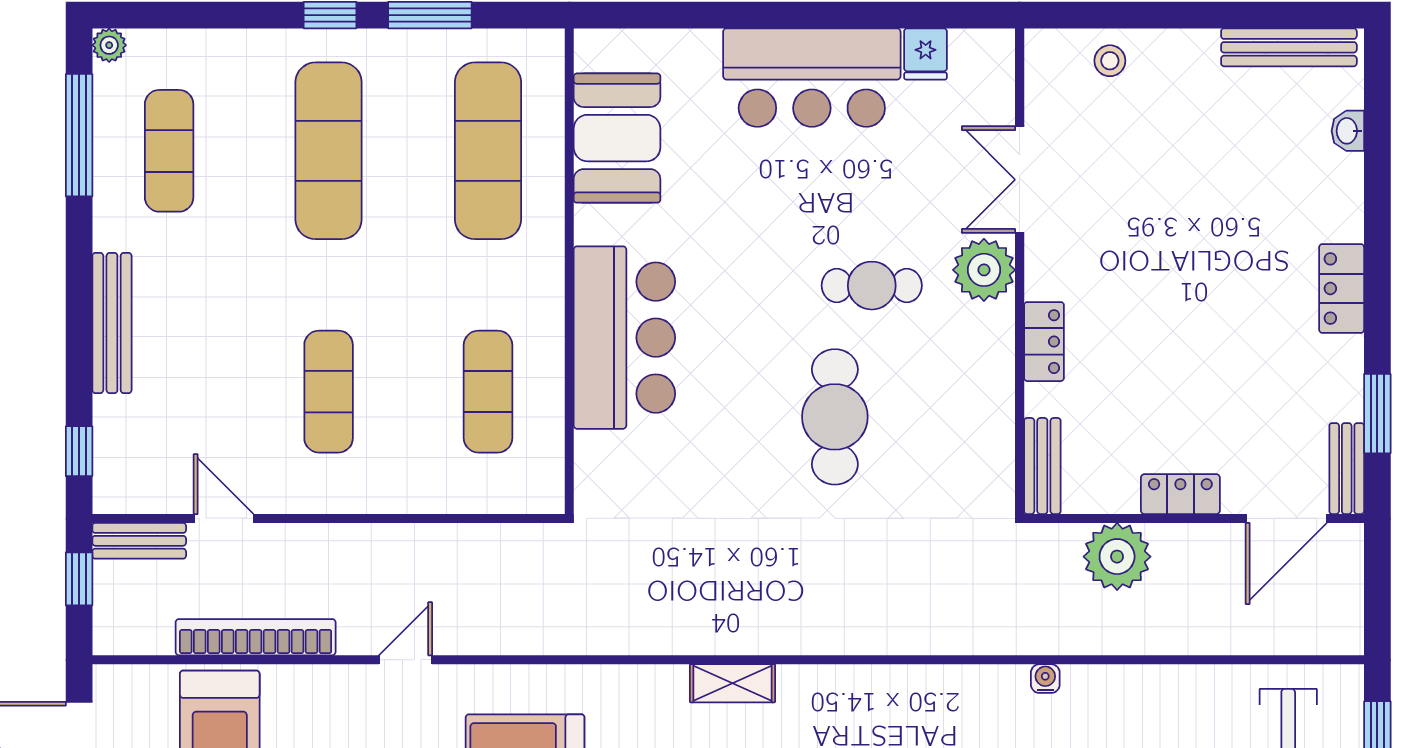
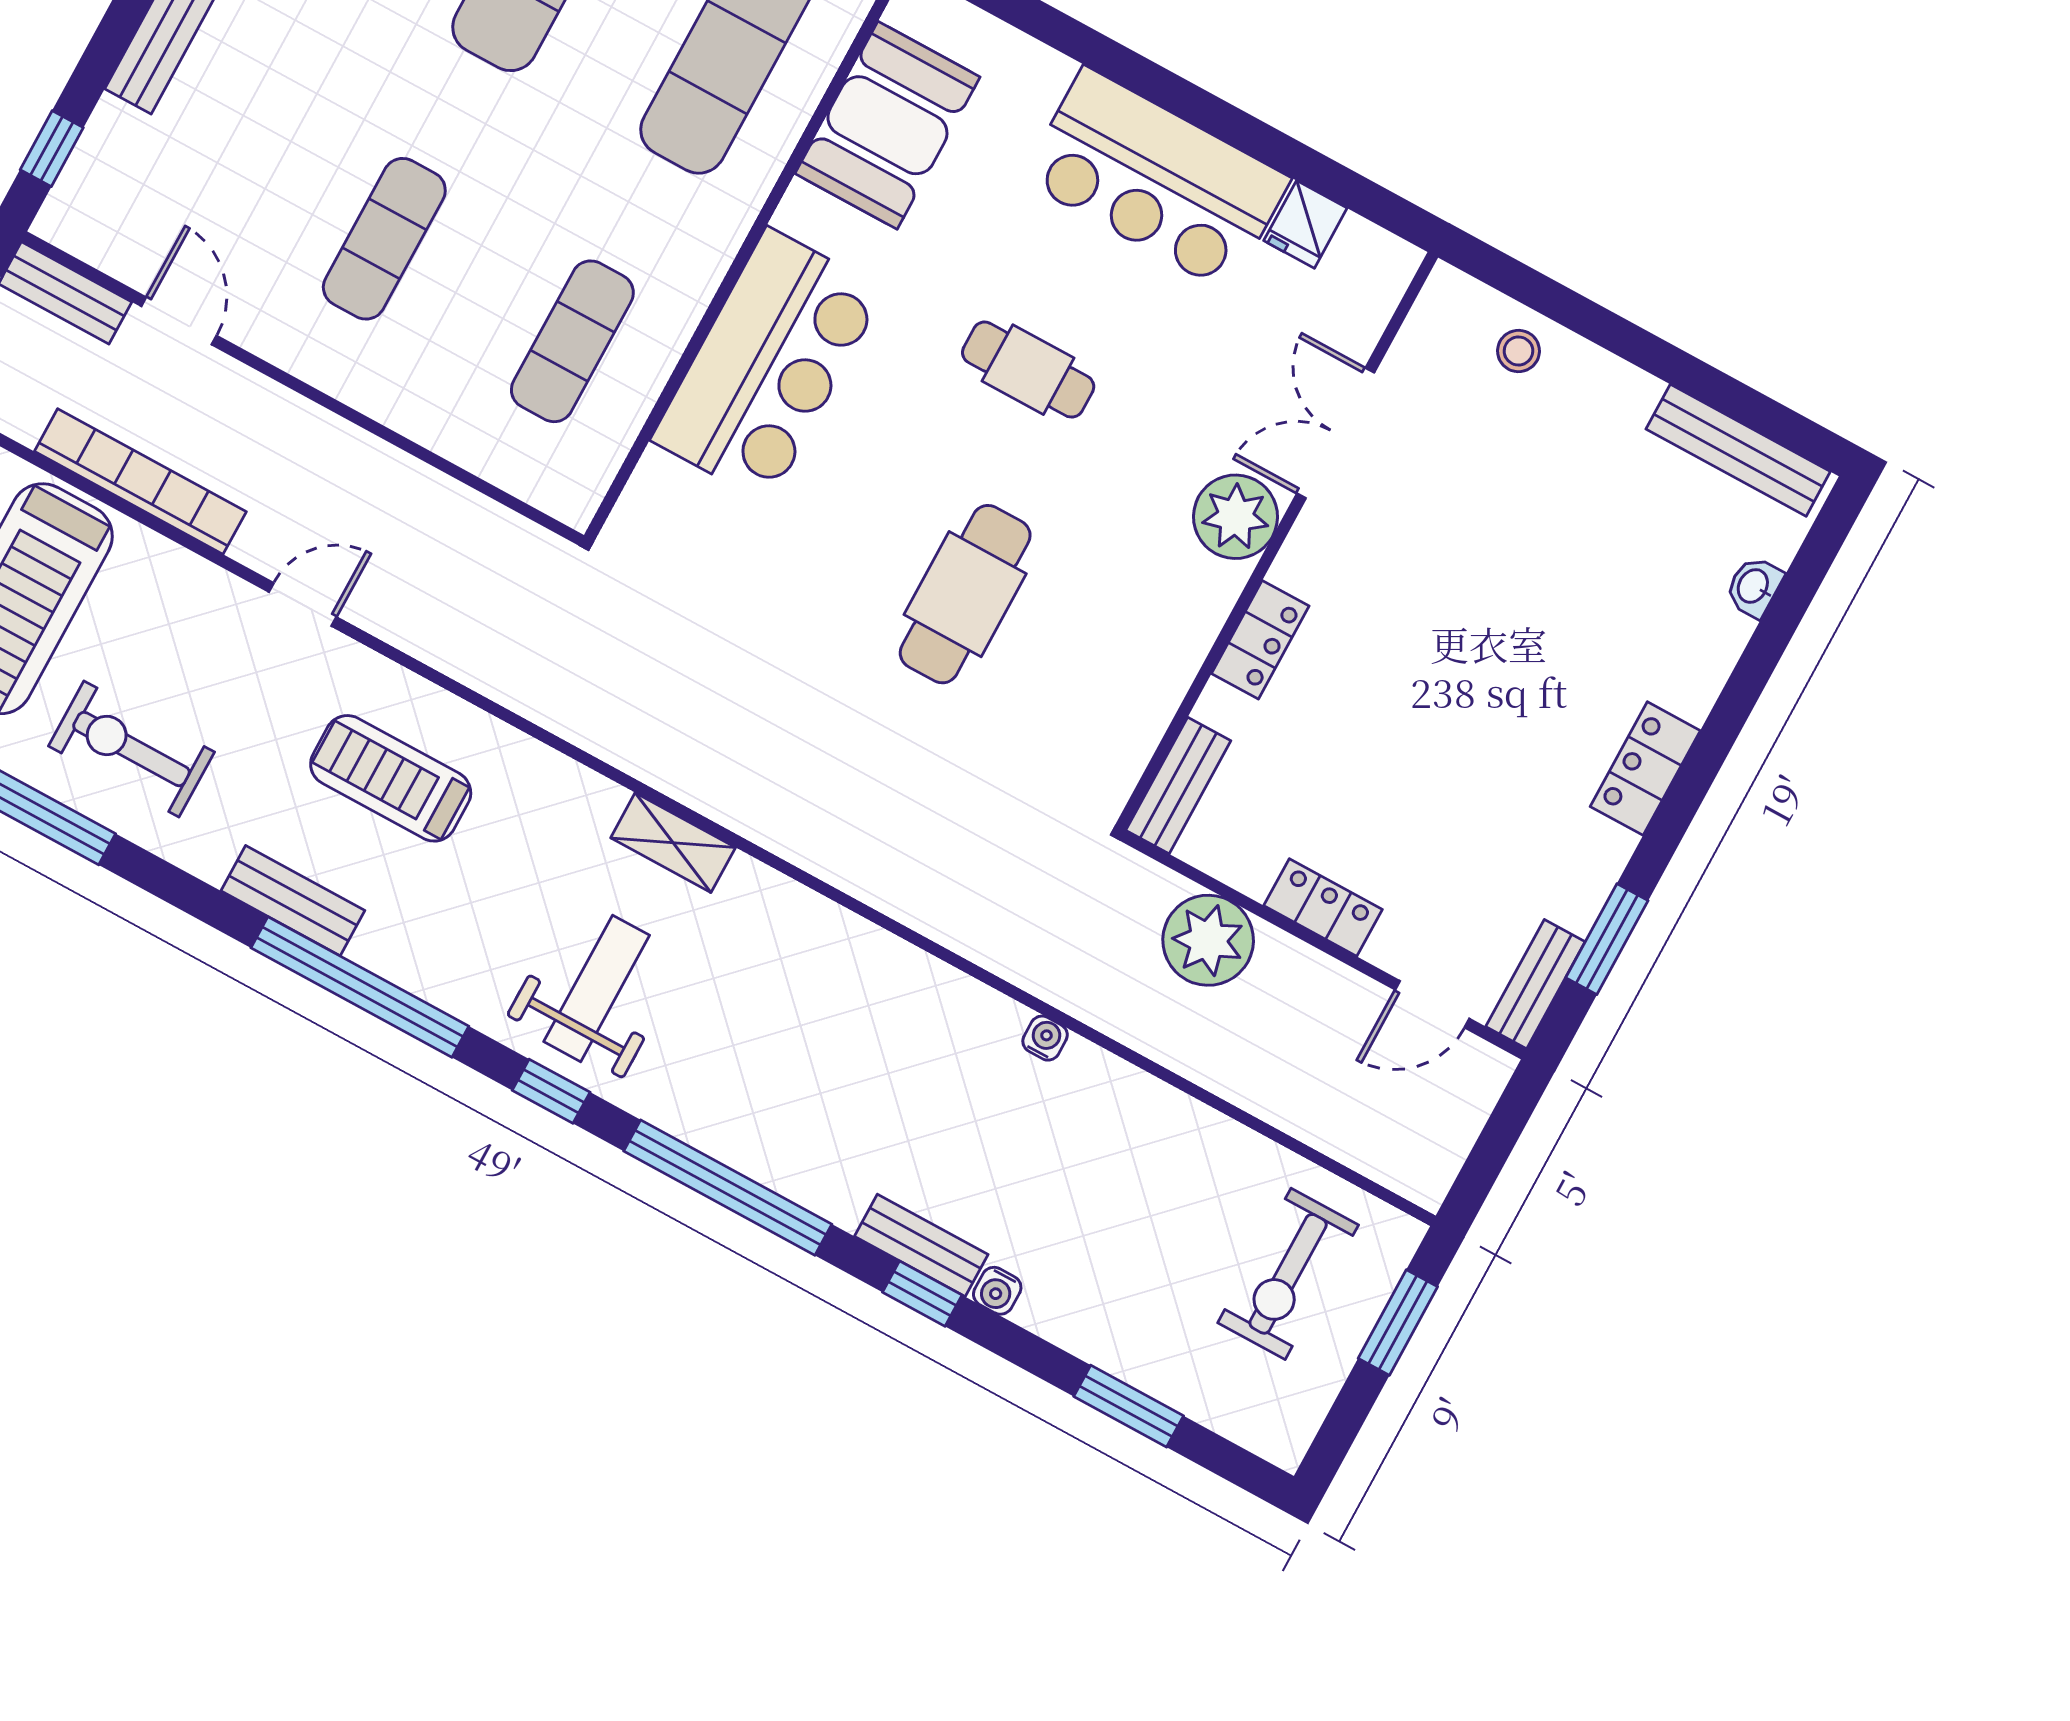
cafe table: (872, 286) -> (1028, 370), moved
door: (1286, 518) -> (1432, 1004), width x0.73

